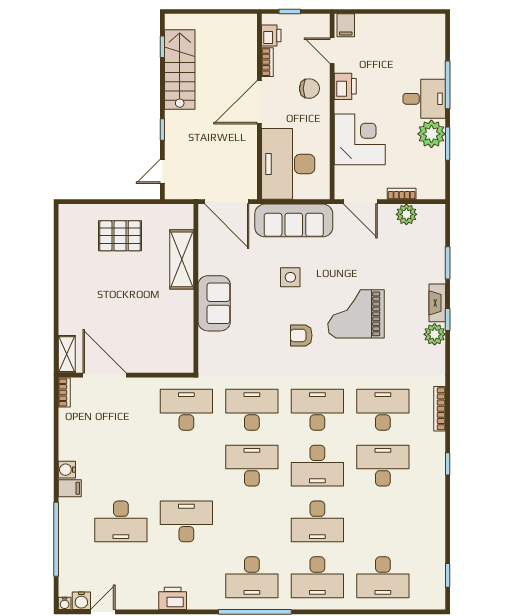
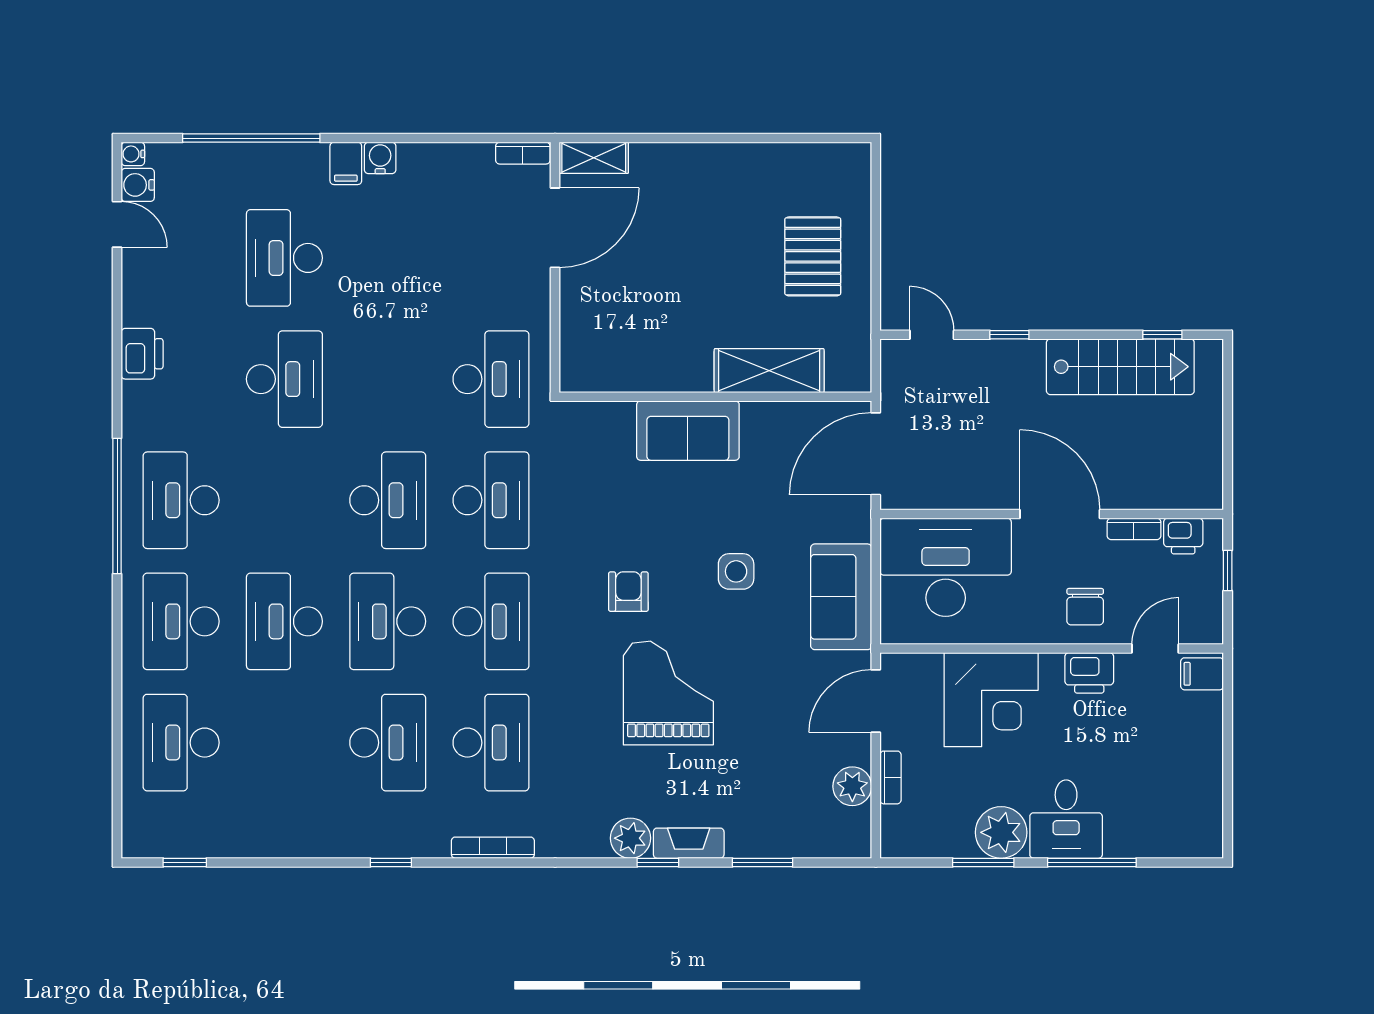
sofa: (294, 220) -> (841, 597), width x0.73

